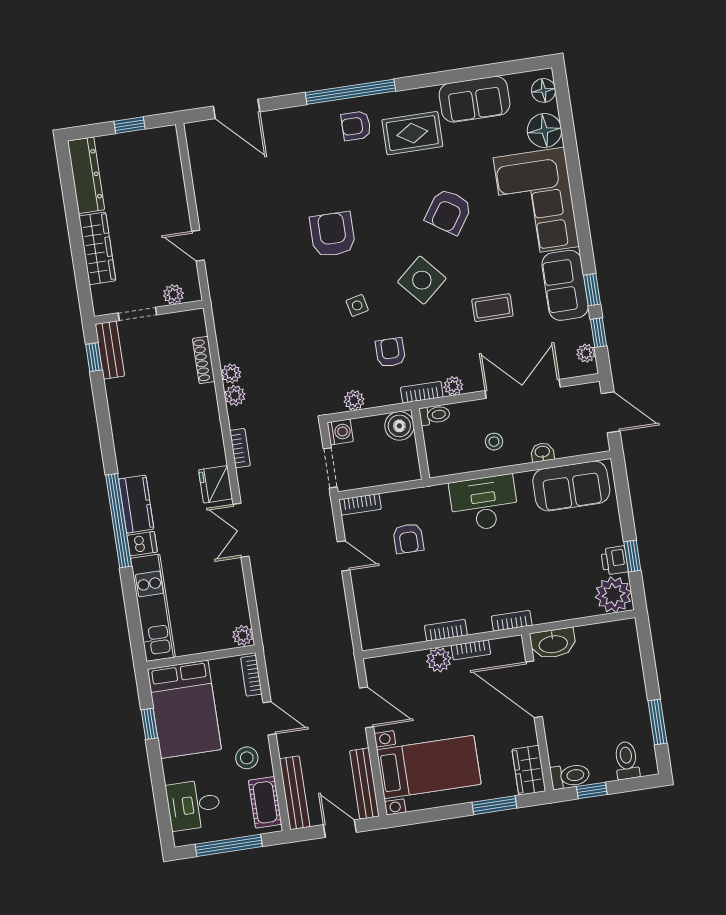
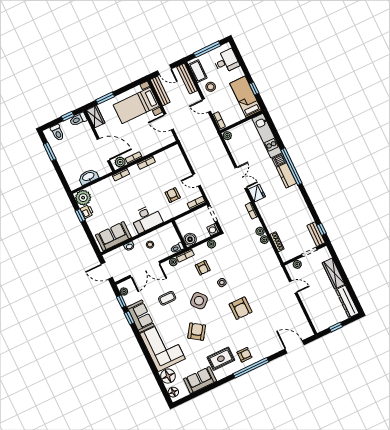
washbasin: (553, 643) -> (88, 177), moved
plant: (439, 660) -> (120, 162), moved
bed: (184, 709) -> (246, 97), width x0.67

